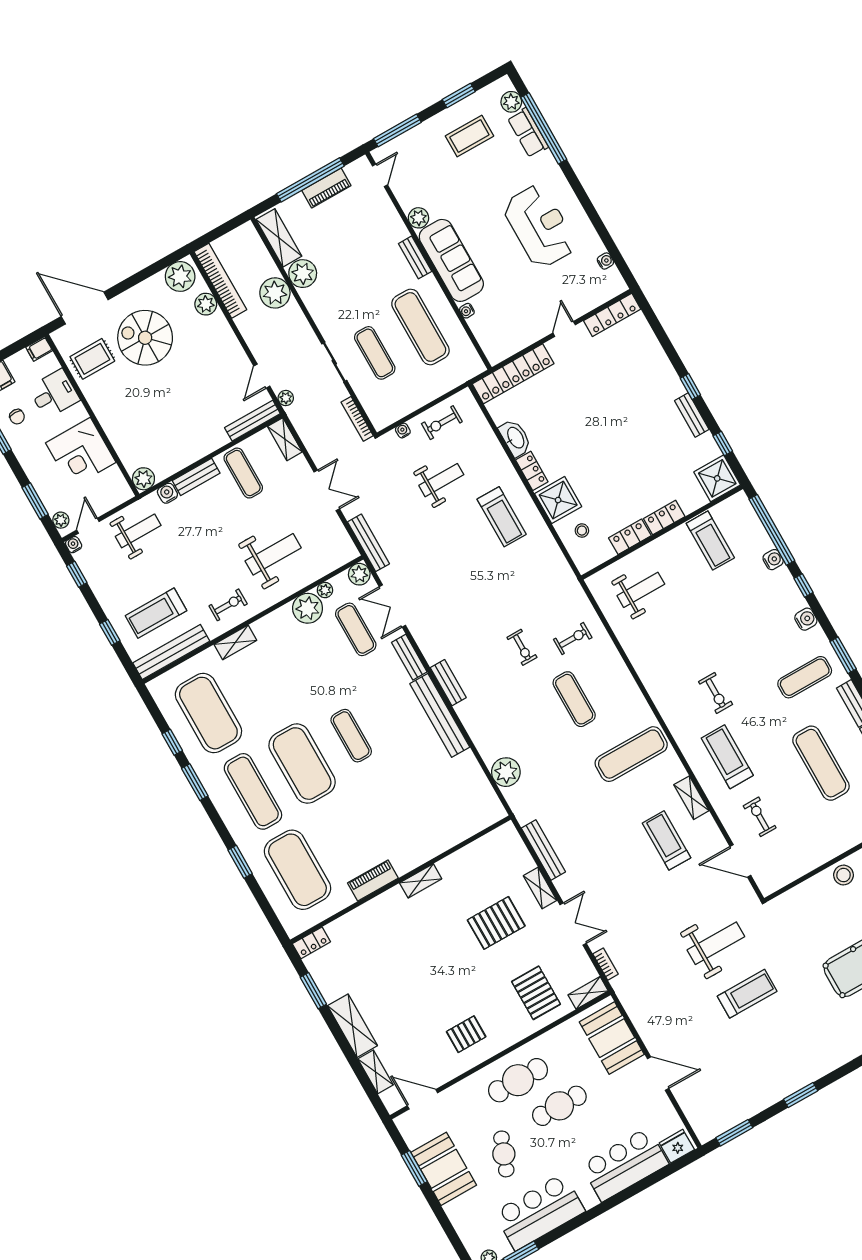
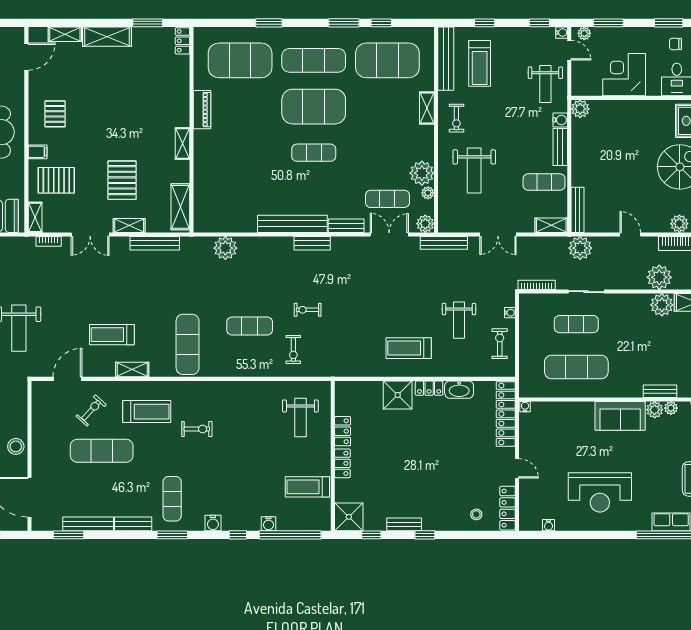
plant: (407, 202) -> (671, 408), added
bench: (415, 257) -> (660, 391), moved
sofa: (451, 260) -> (620, 416), width x0.73
water cooler: (467, 311) -> (525, 407), moved
door: (262, 376) -> (630, 234), moved
plant: (286, 398) -> (580, 248), width x1.88, depth x1.88
stool: (582, 531) -> (476, 514), moved
treadmill: (156, 613) -> (480, 63), turned 180
exercise bike: (716, 693) -> (197, 429), turned 180
exercise mat: (821, 763) -> (102, 451), moved
exercise bike: (760, 817) -> (91, 410), turned -48
treadmill: (667, 840) -> (112, 335), turned 180
shelving: (489, 845) -> (180, 207), added
filing cabinet: (517, 1030) -> (38, 152), added

